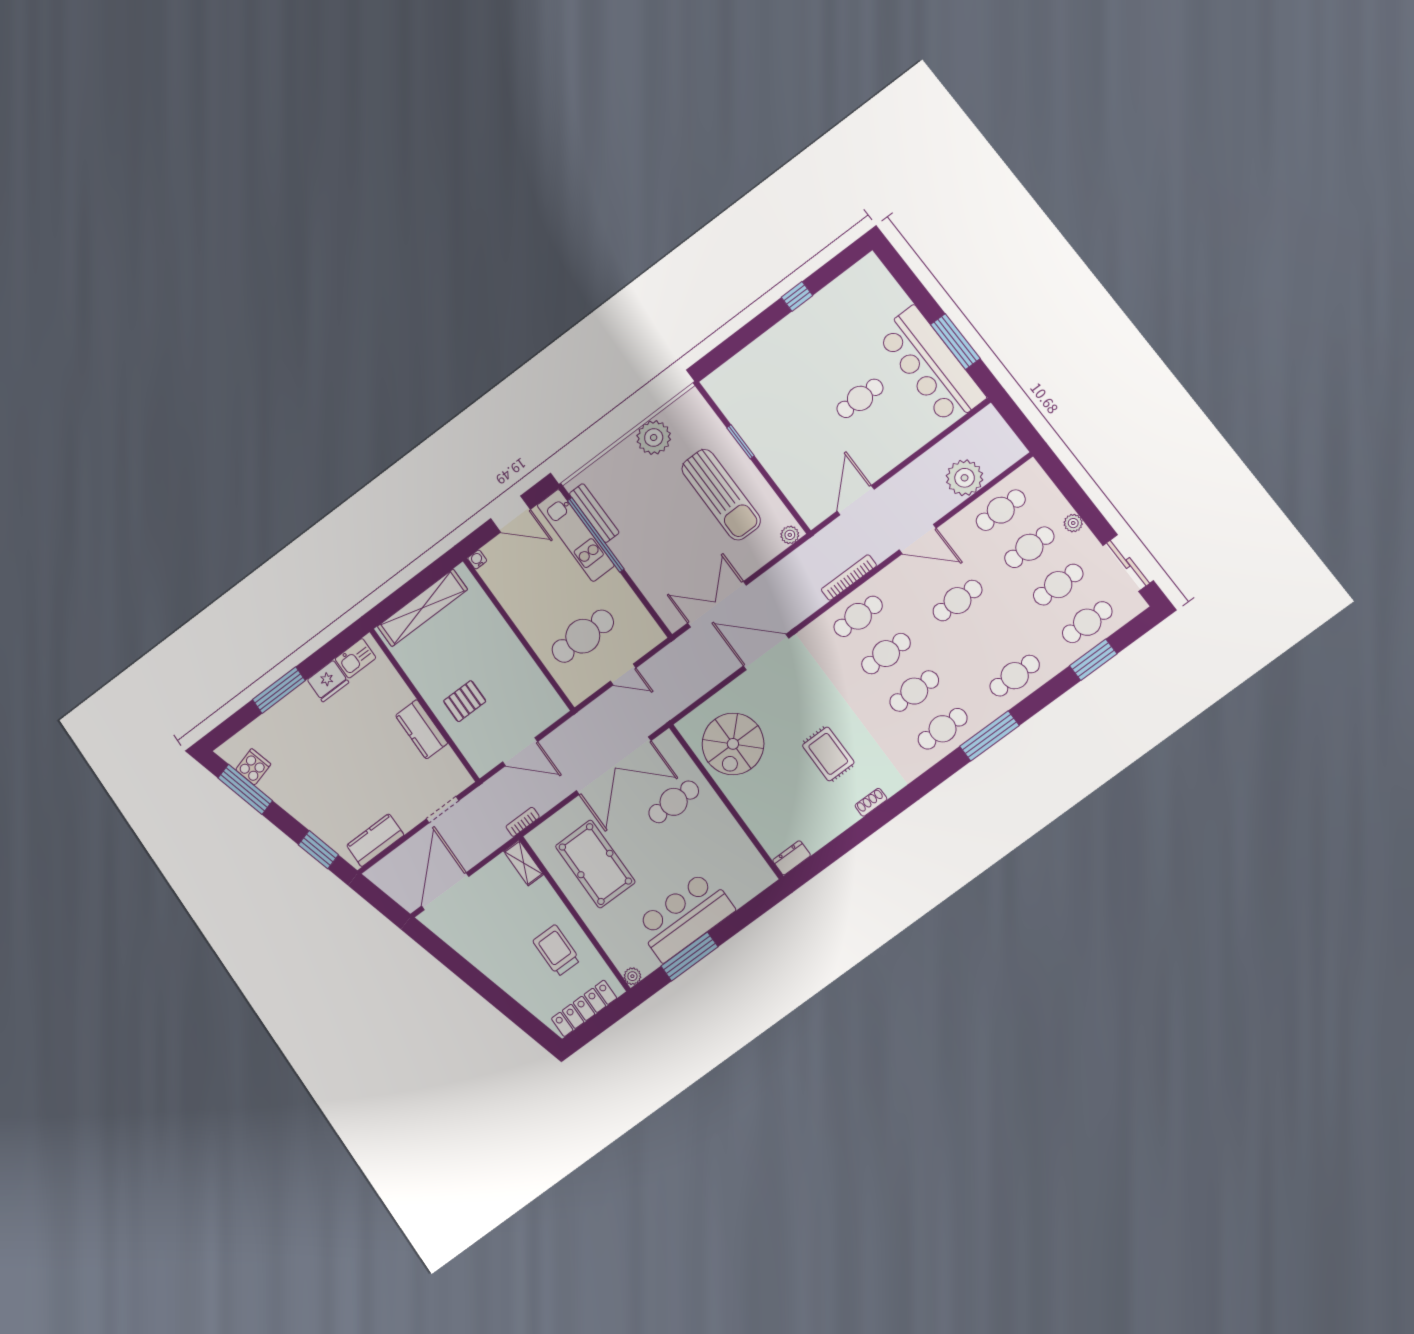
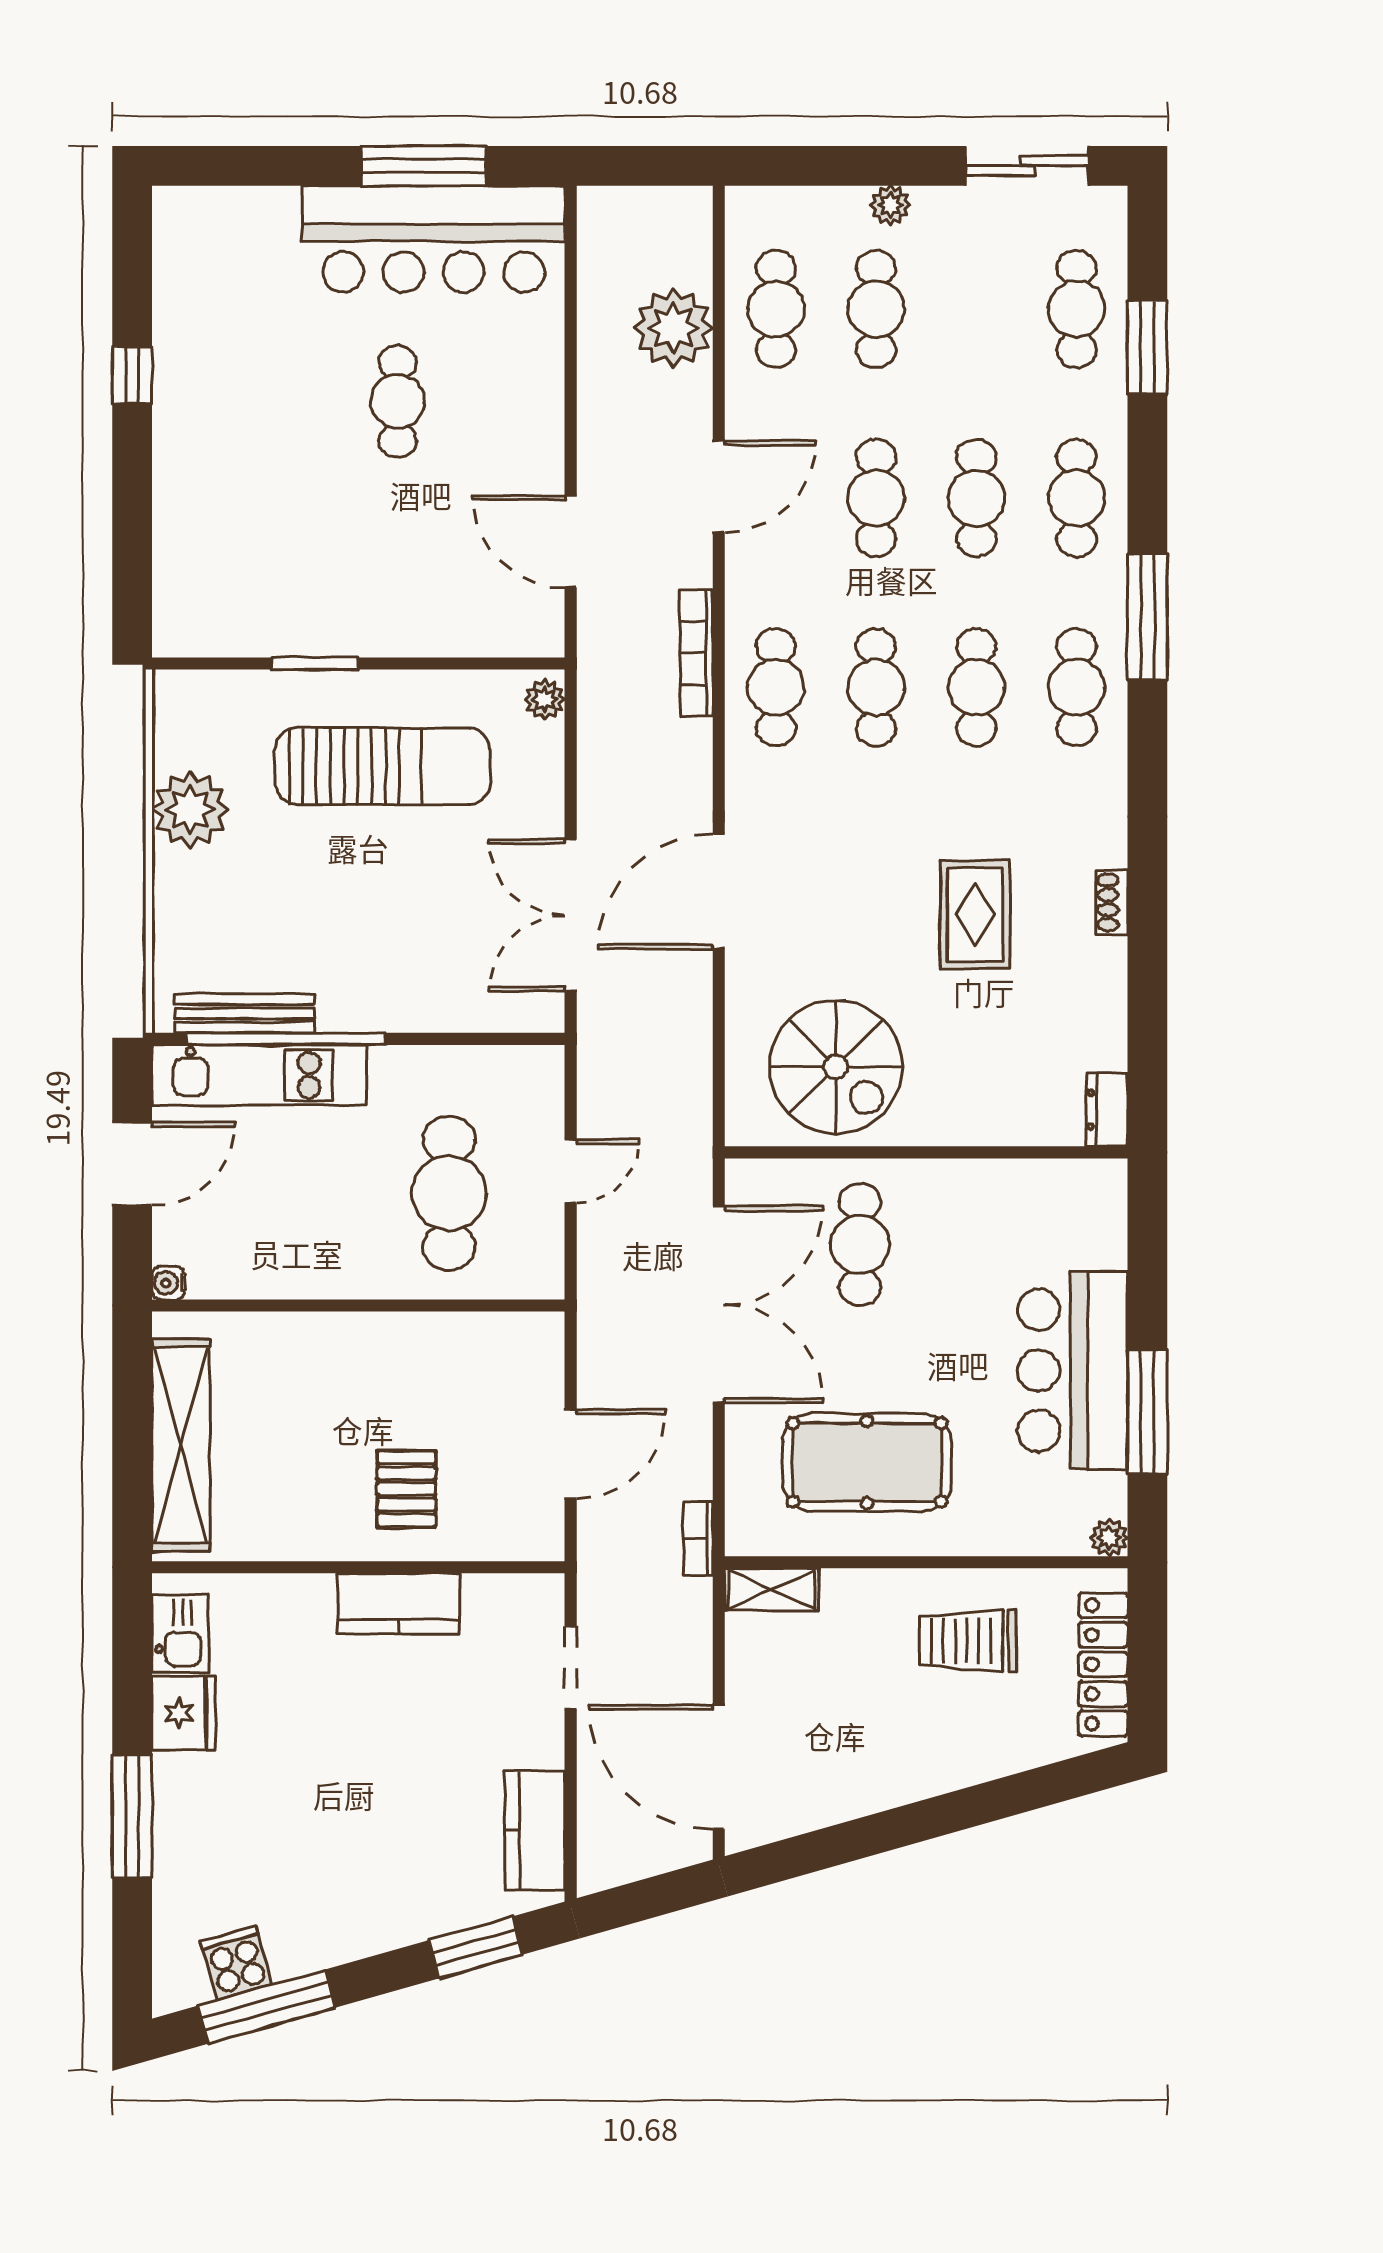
cafe table: (1058, 585) -> (976, 498), moved
rug: (828, 754) -> (975, 914), turned 90

